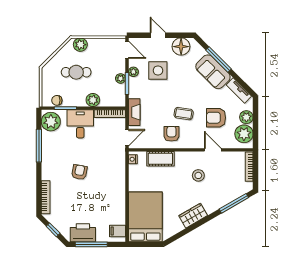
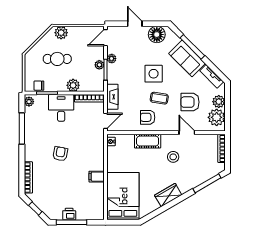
door: (127, 50) -> (106, 38), swing flipped
side table: (158, 71) -> (154, 74), moved
plant: (51, 122) -> (29, 102), width x0.53, depth x0.53
armchair: (171, 134) -> (148, 117), turned -90
cot: (160, 159) -> (148, 141), moved
filing cabinet: (118, 231) -> (97, 177), moved
printer: (83, 233) -> (69, 214), width x0.53, depth x0.68

